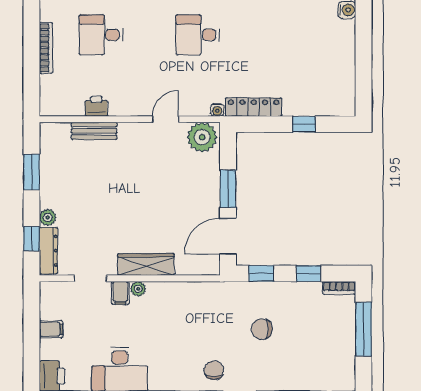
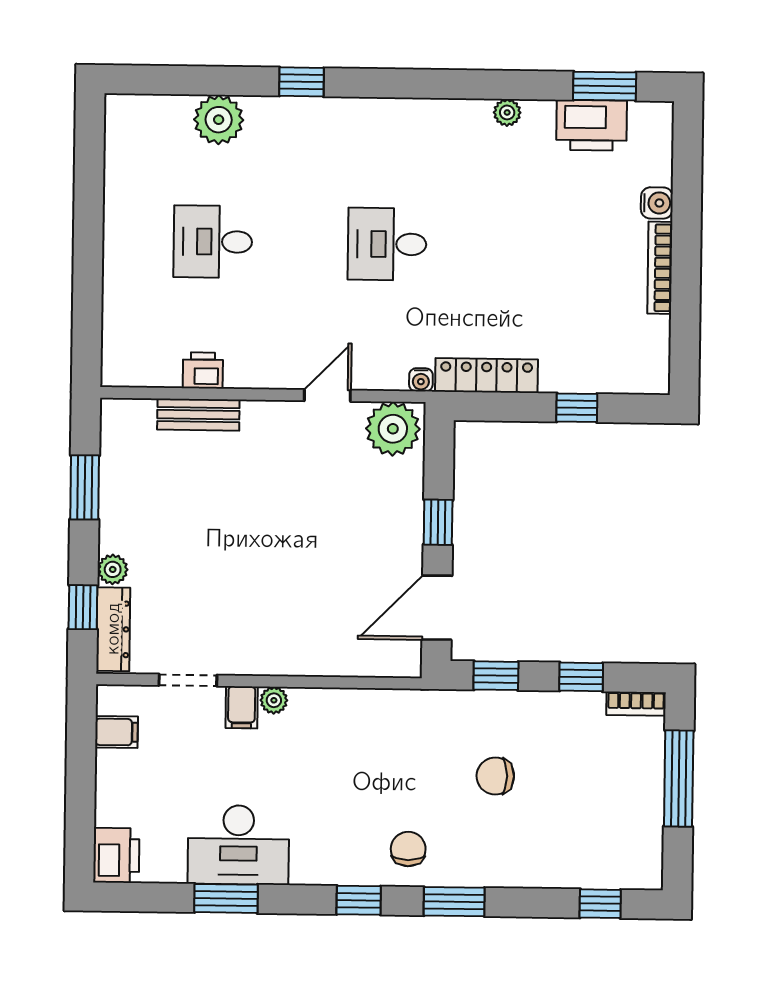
bookcase: (46, 48) -> (660, 268), moved, turned 180
window: (228, 189) -> (438, 522), width x0.67
wardrobe: (146, 264) -> (288, 657), removed
filing cabinet: (51, 329) -> (116, 732), moved

